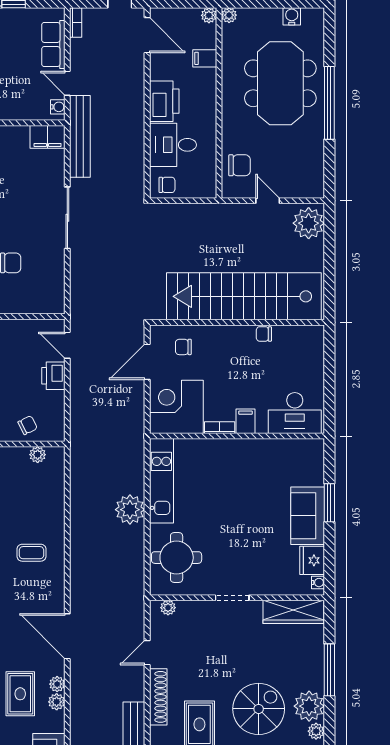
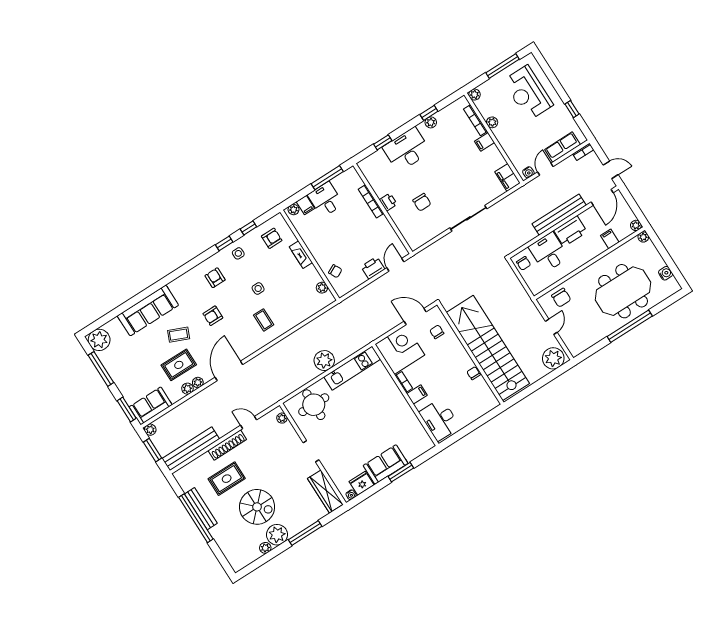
bench: (80, 136) -> (559, 215), moved

